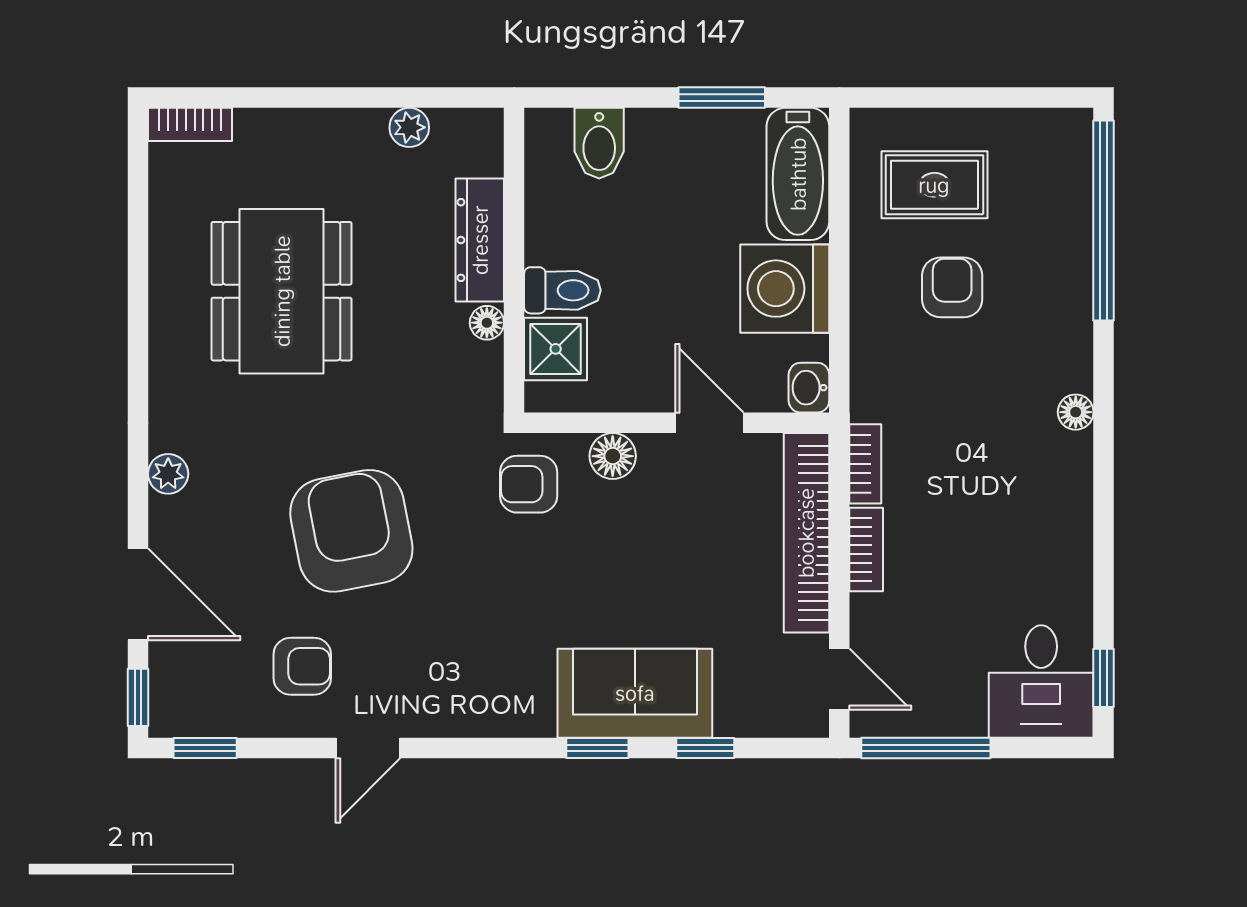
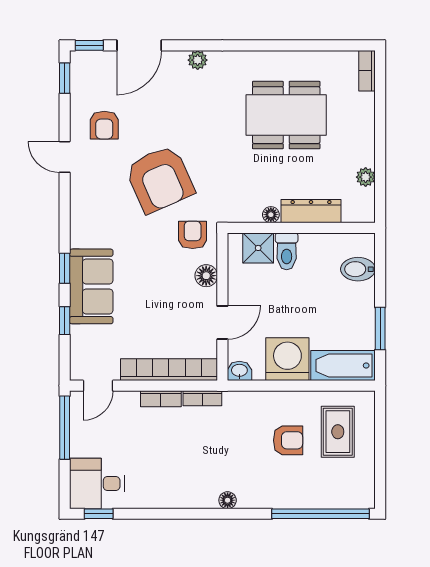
armchair: (351, 531) -> (160, 179), moved, turned 77

